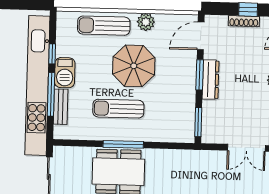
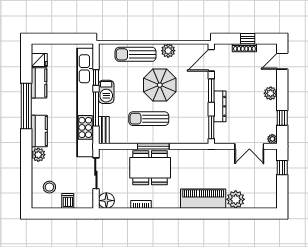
dresser: (211, 80) -> (220, 106), moved
bench: (61, 107) -> (104, 130), moved

